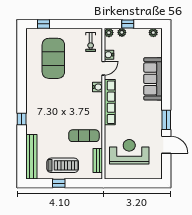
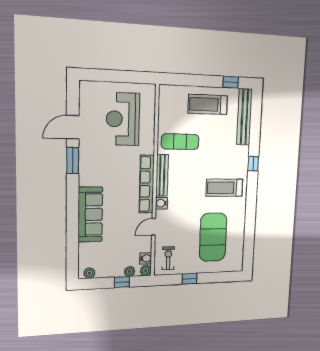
window: (43, 24) -> (190, 279), moved
water cooler: (109, 55) -> (146, 258), moved
treadmill: (46, 99) -> (224, 188), added
door: (166, 145) -> (73, 127), hinge flipped
reception desk: (129, 152) -> (123, 119), turned 90
bench: (98, 161) -> (162, 175), moved, width x1.36
window: (59, 183) -> (231, 82), moved

